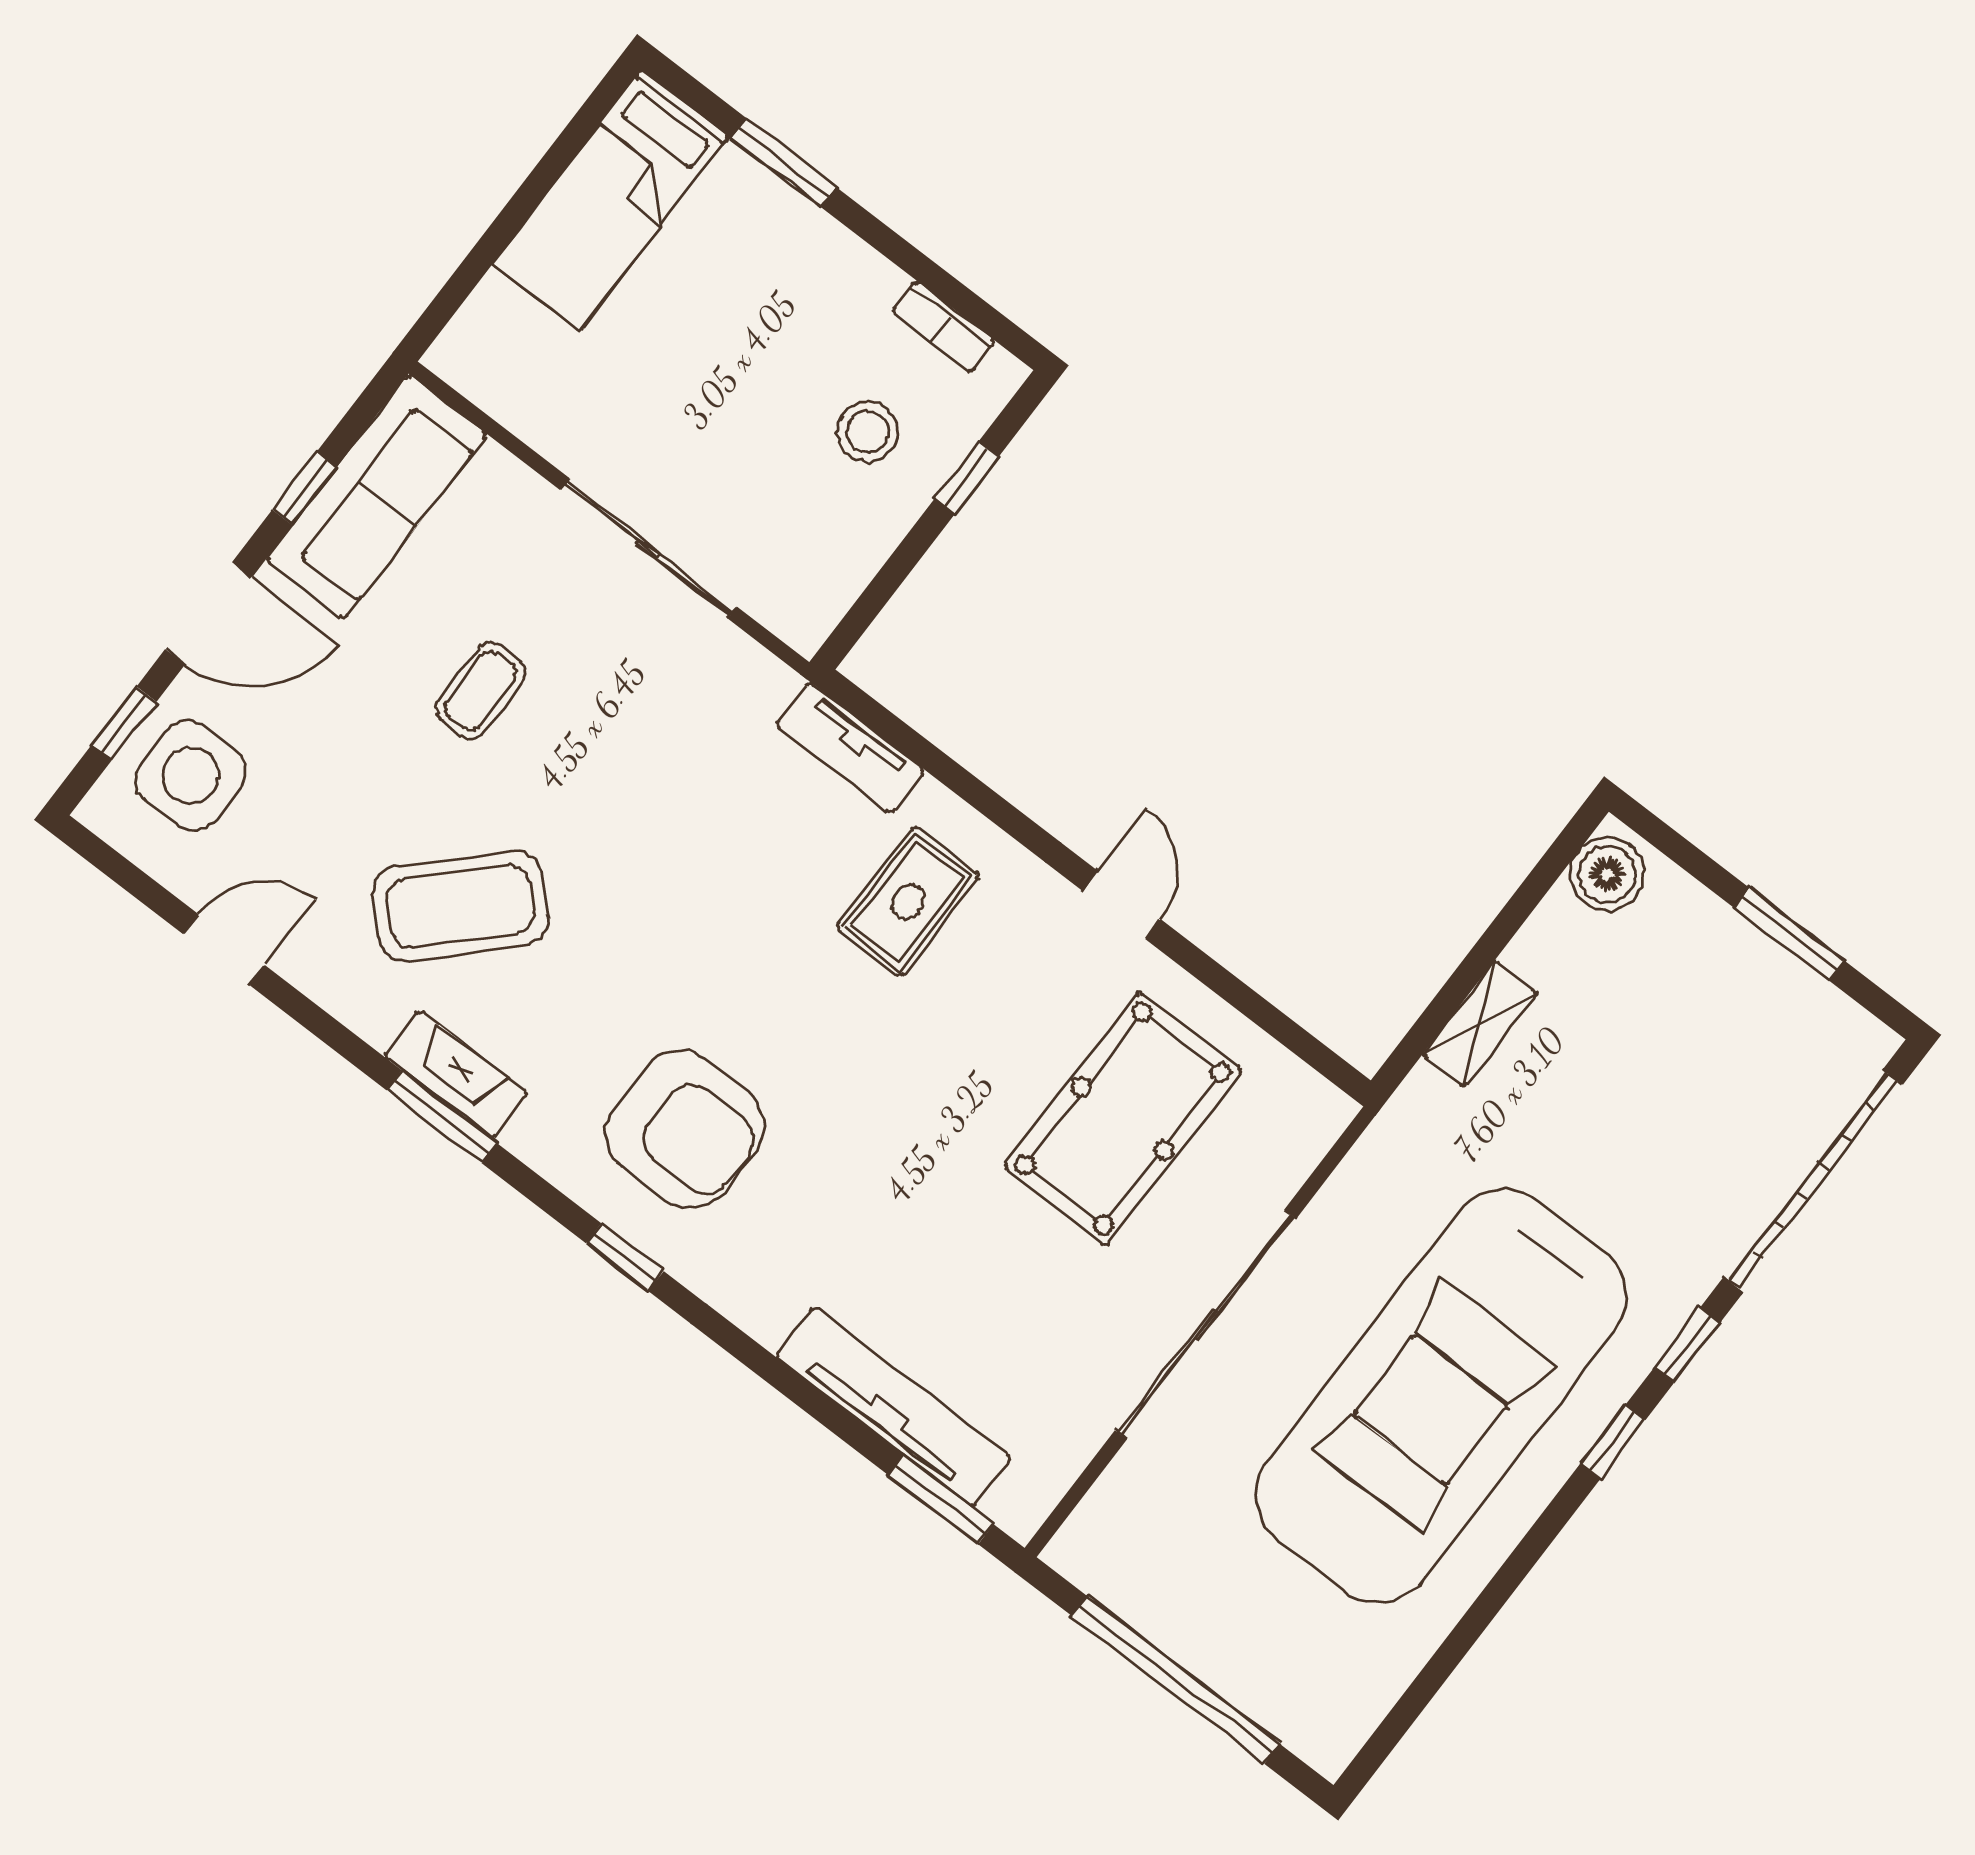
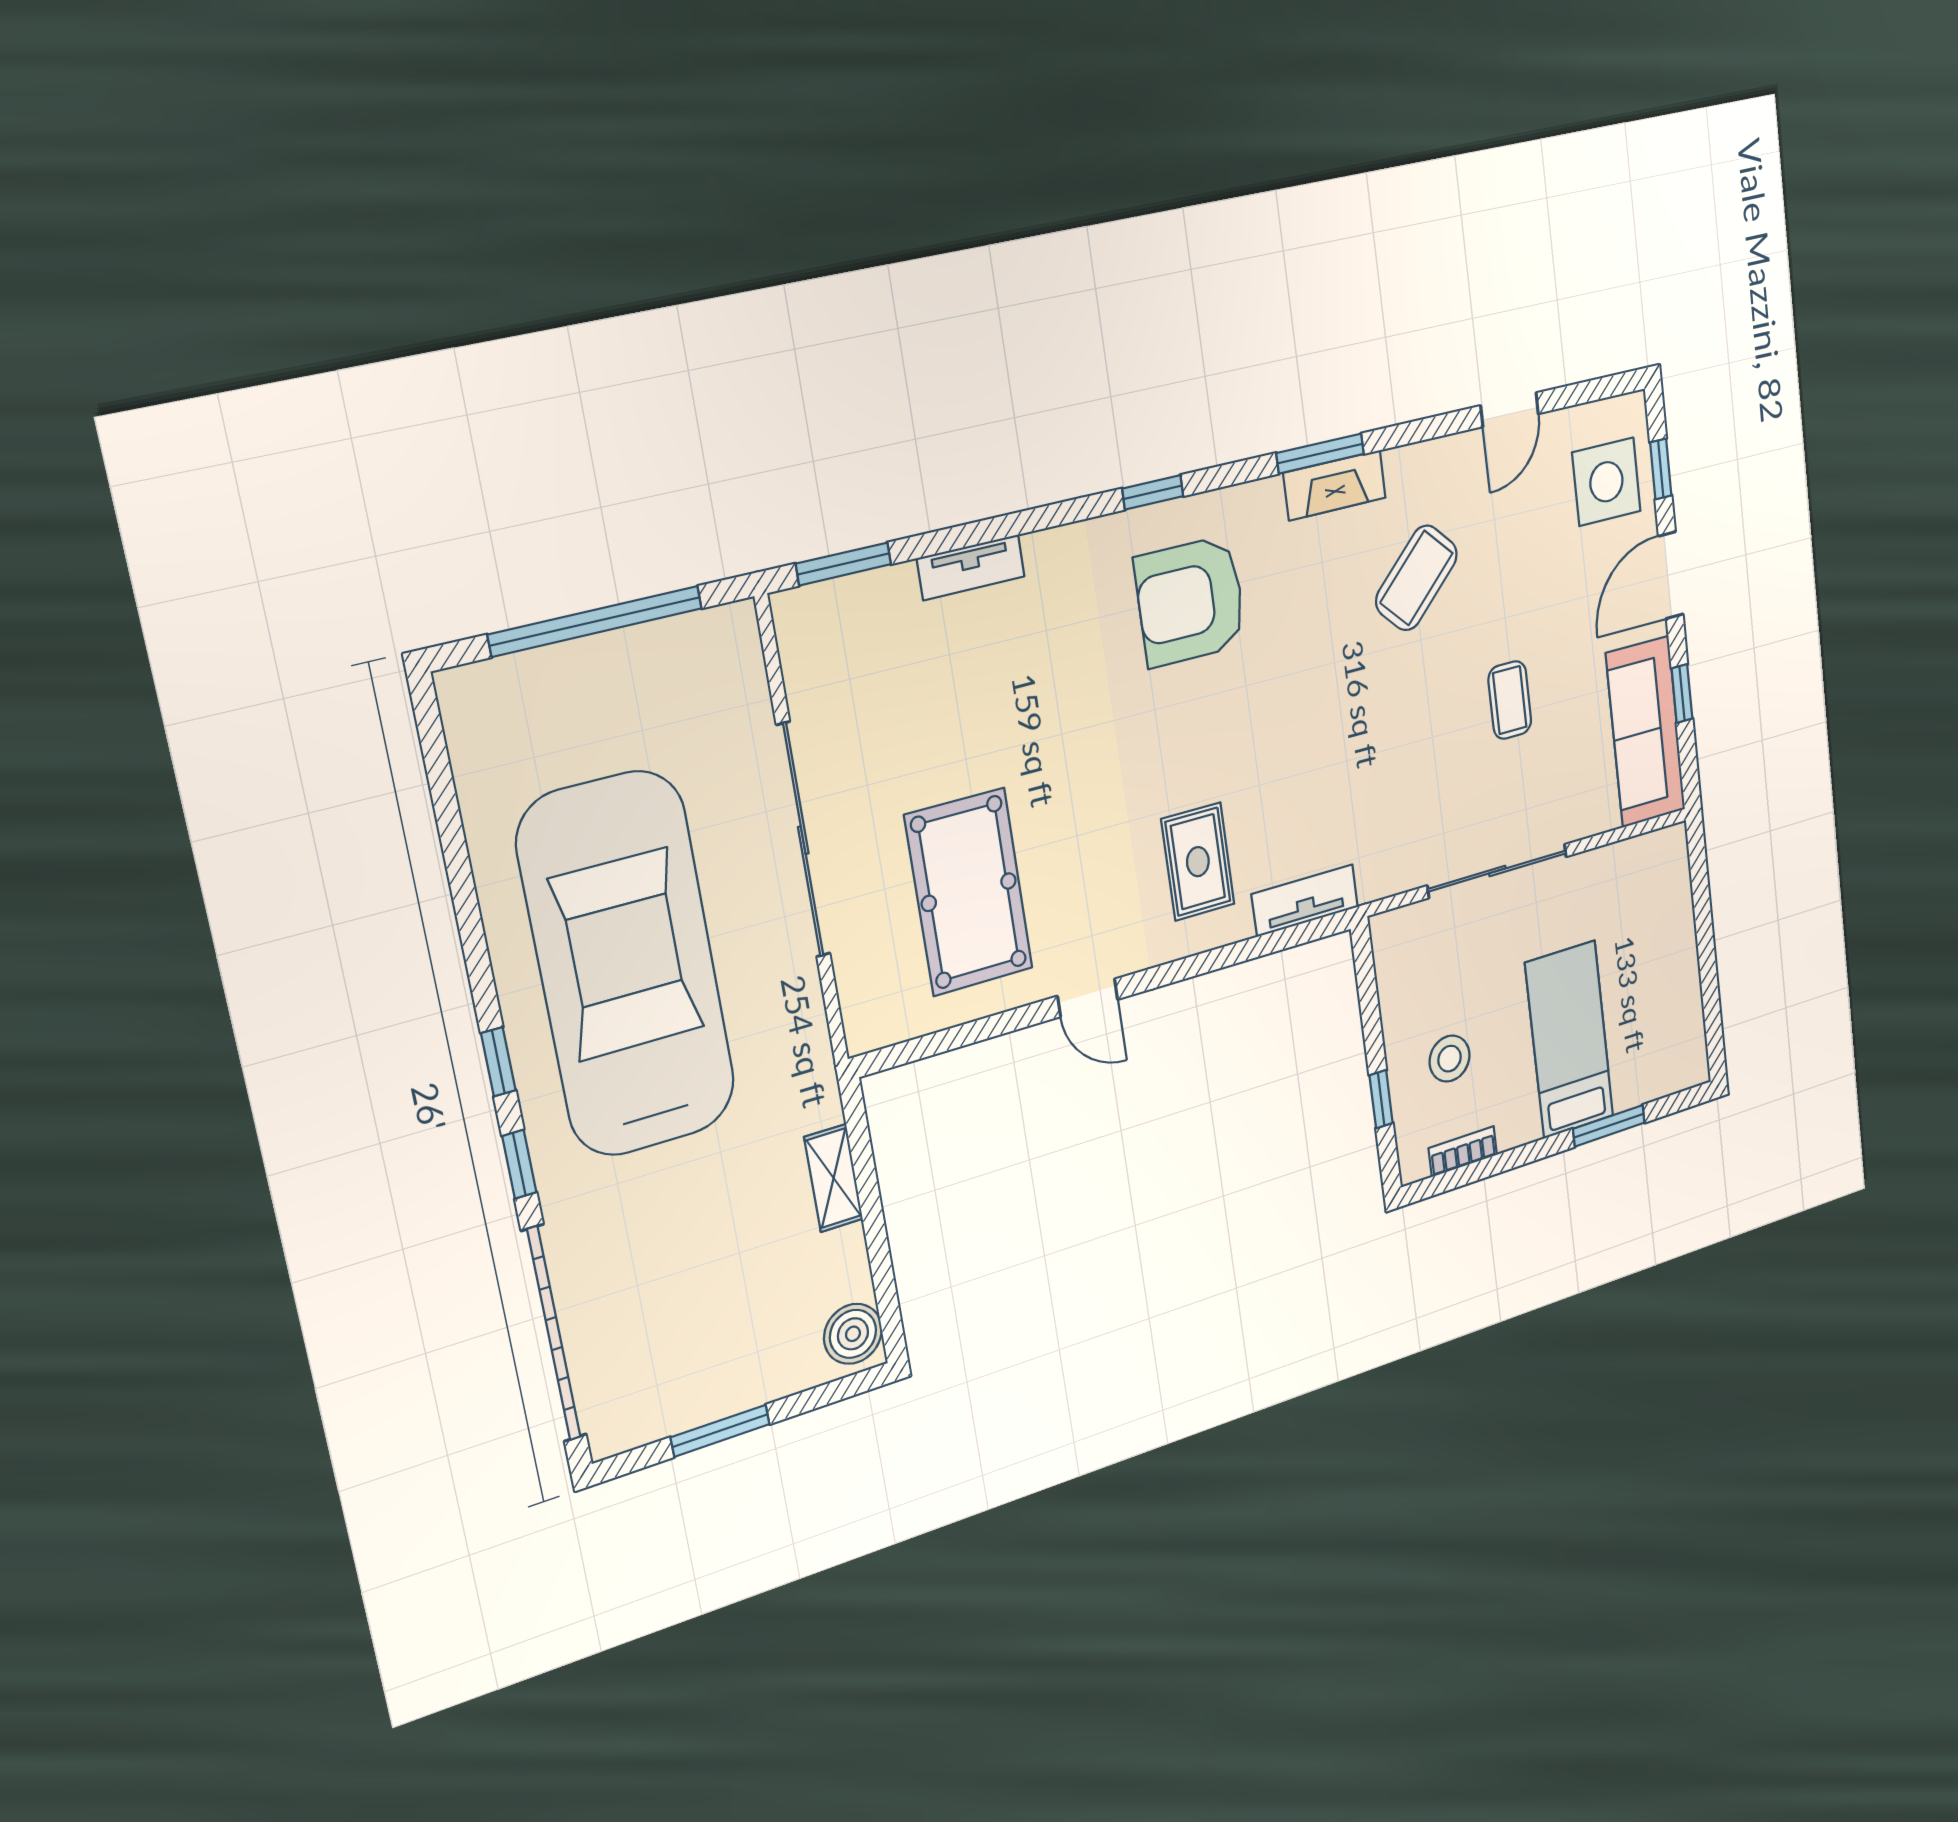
bed: (611, 200) -> (1569, 1040), moved
coffee table: (460, 906) -> (1416, 578), width x0.73, depth x0.76
tv unit: (893, 1407) -> (971, 567), width x0.52, depth x0.78

